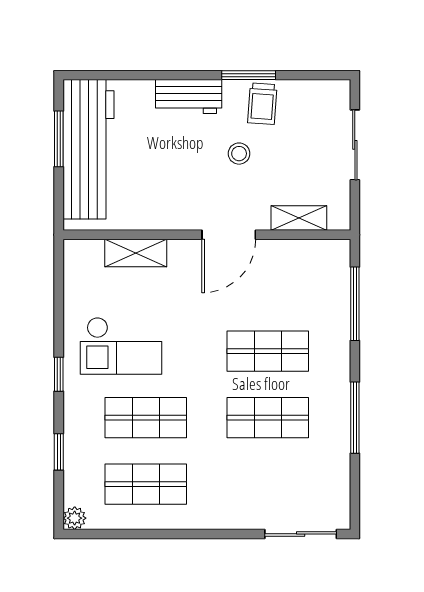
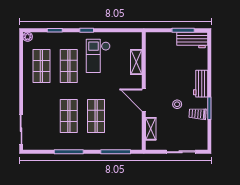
workbench: (89, 149) -> (192, 40), width x0.53, depth x0.76

